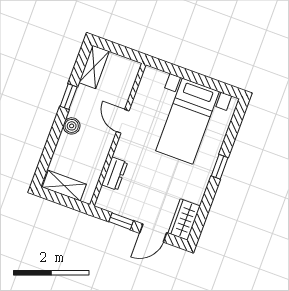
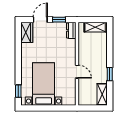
boiler: (72, 126) -> (103, 60), removed
window: (220, 167) -> (18, 91), moved
dresser: (115, 174) -> (71, 30), moved

